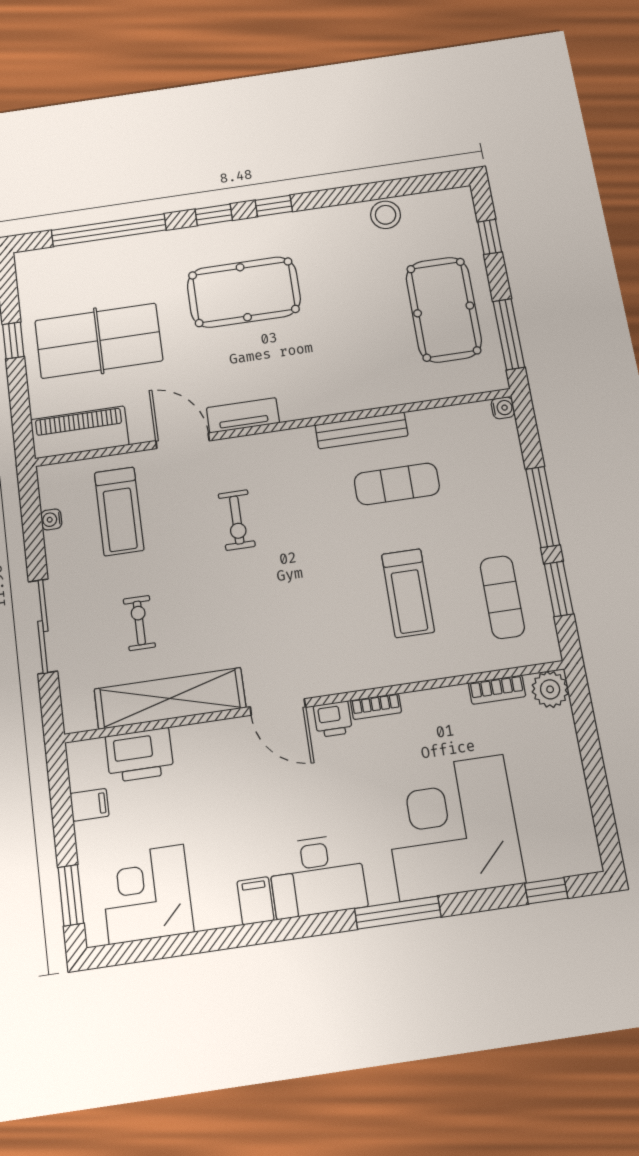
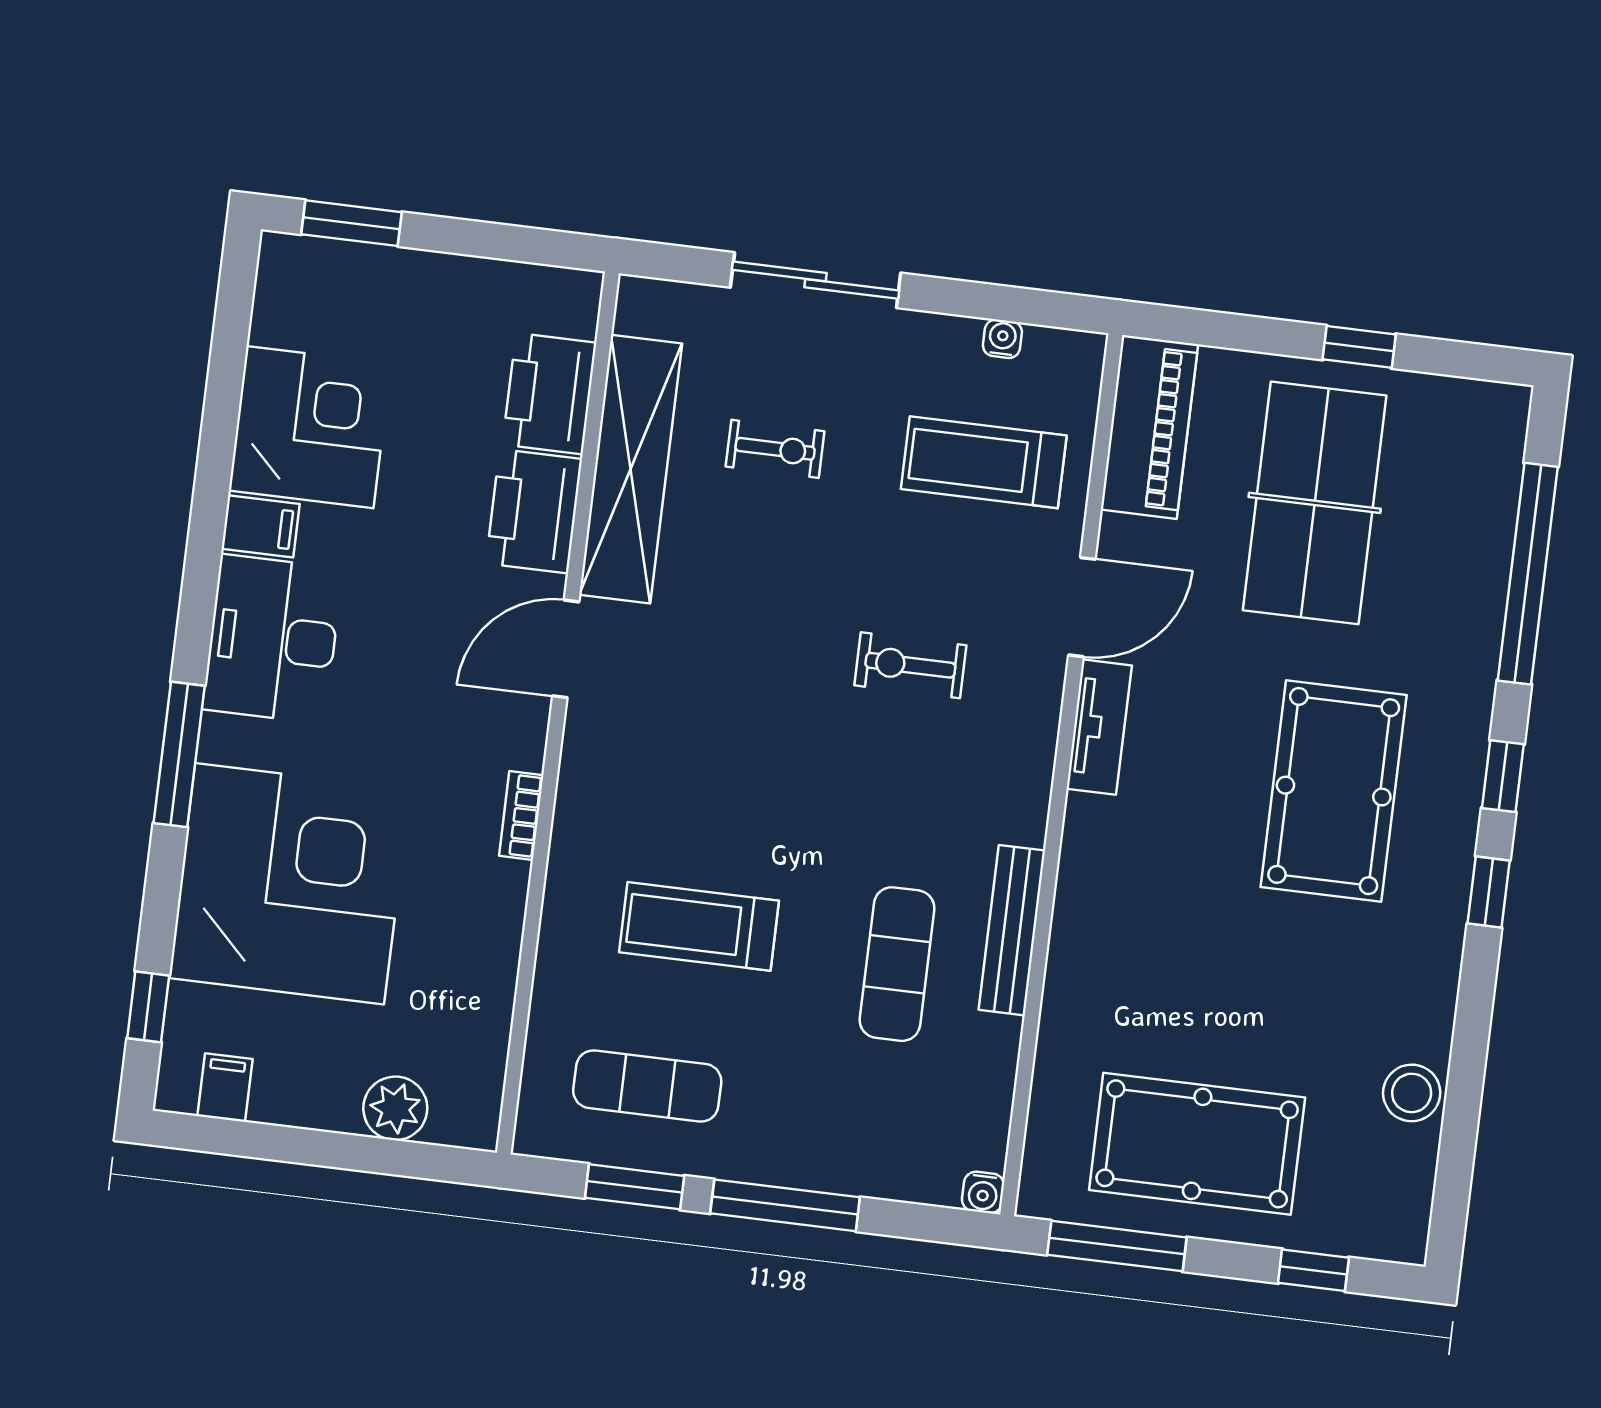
plant: (550, 689) -> (395, 1108), moved
bookcase: (497, 690) -> (493, 1028), removed
printer: (333, 719) -> (534, 511), moved, width x1.87, depth x1.48
filing cabinet: (90, 805) -> (225, 1087), moved, turned 180
corner desk: (147, 894) -> (310, 427), moved

